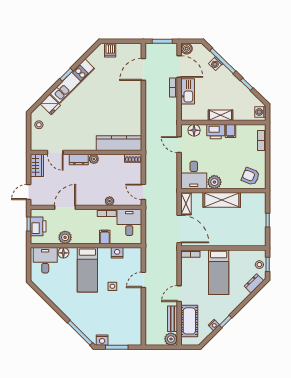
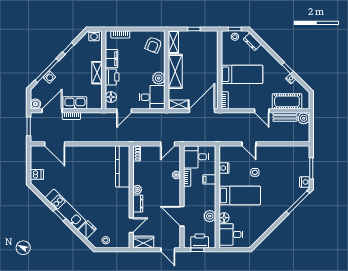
filing cabinet: (231, 131) -> (112, 59), width x2.00
shelving: (254, 198) -> (173, 42), added

